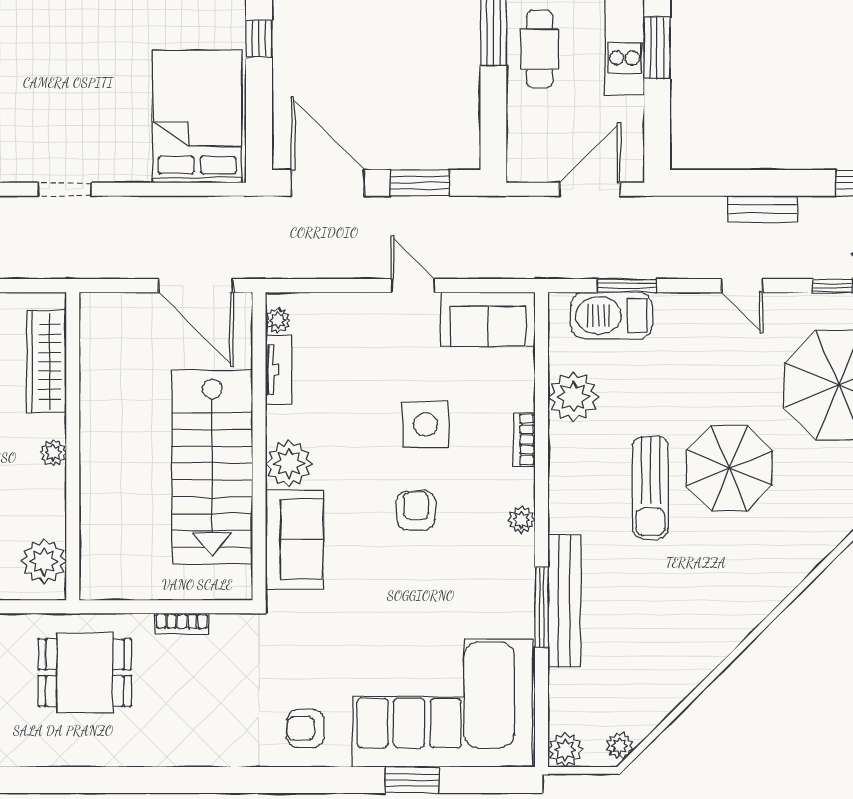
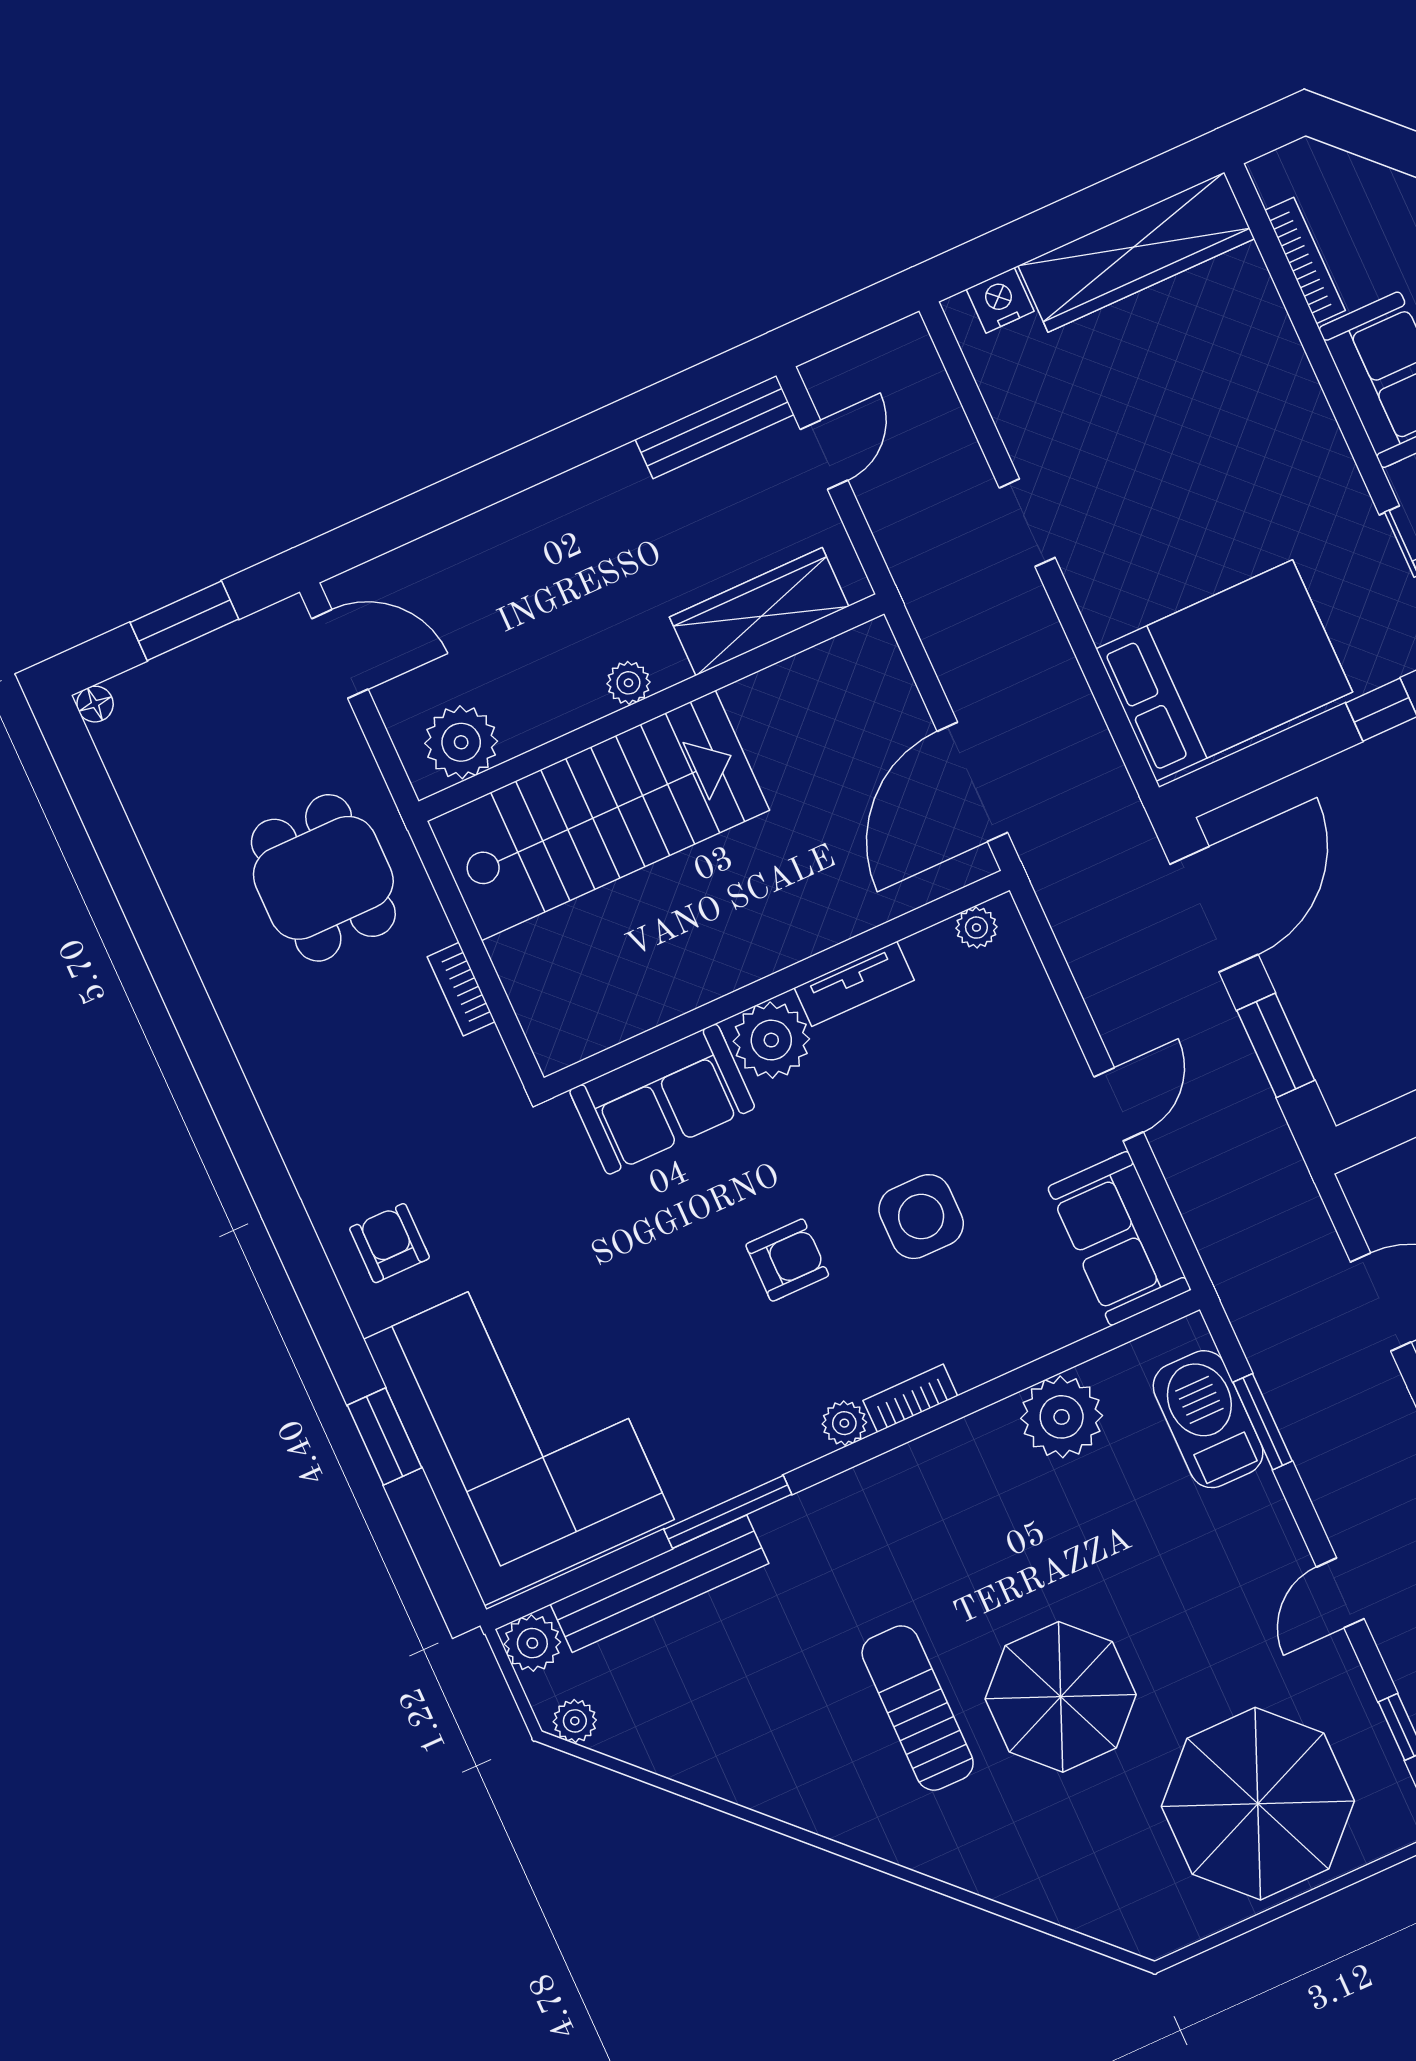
tv unit: (279, 370) -> (854, 984), moved
bookcase: (524, 440) -> (910, 1398), moved
stairs: (212, 467) -> (598, 816), moved, turned 180
sun lounger: (650, 488) -> (918, 1708), moved, turned 90
bench: (564, 601) -> (660, 1584), moved

